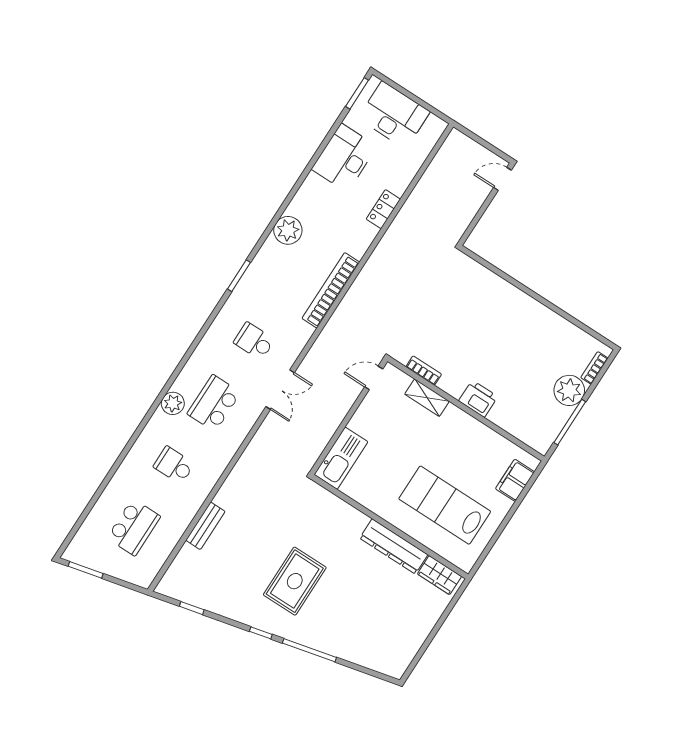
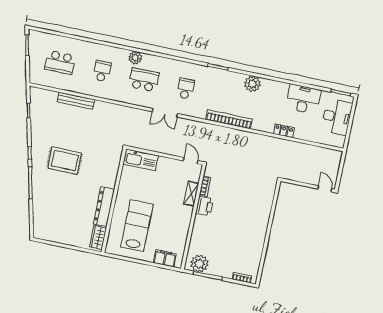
plant: (569, 390) -> (199, 264), moved
printer: (478, 399) -> (204, 206), moved
bench: (205, 526) -> (76, 101), width x1.36

